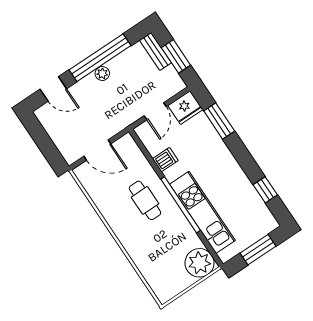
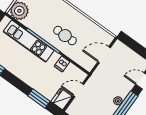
door: (155, 111) -> (79, 90), hinge flipped

